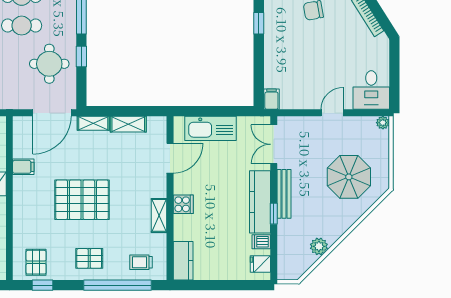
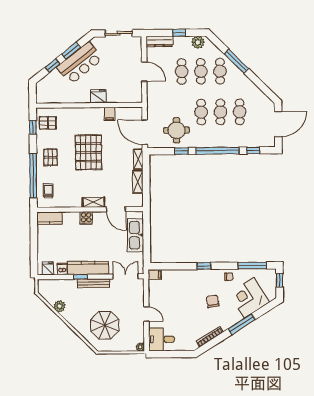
shelving: (159, 215) -> (93, 202), moved

